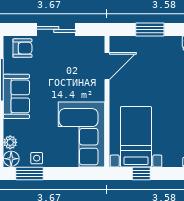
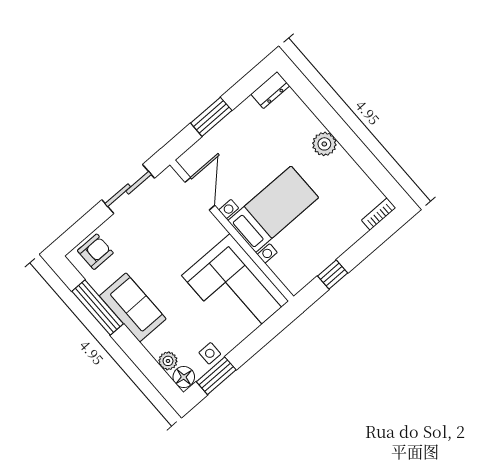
sliding door: (56, 29) -> (128, 189), moved
bed with nightstands: (136, 137) -> (273, 209), moved, turned 90

